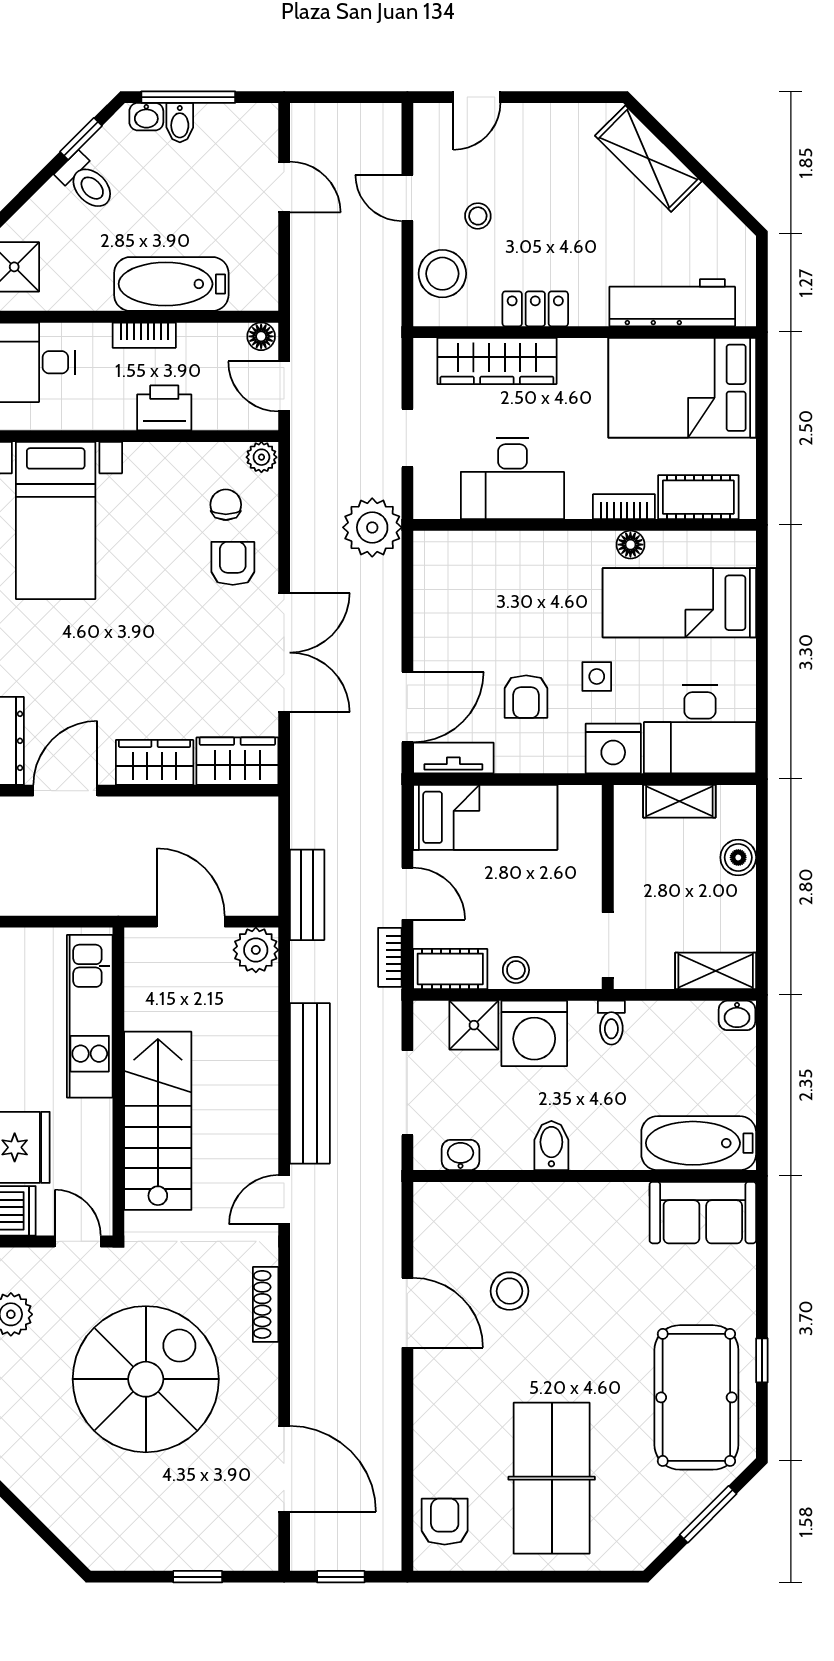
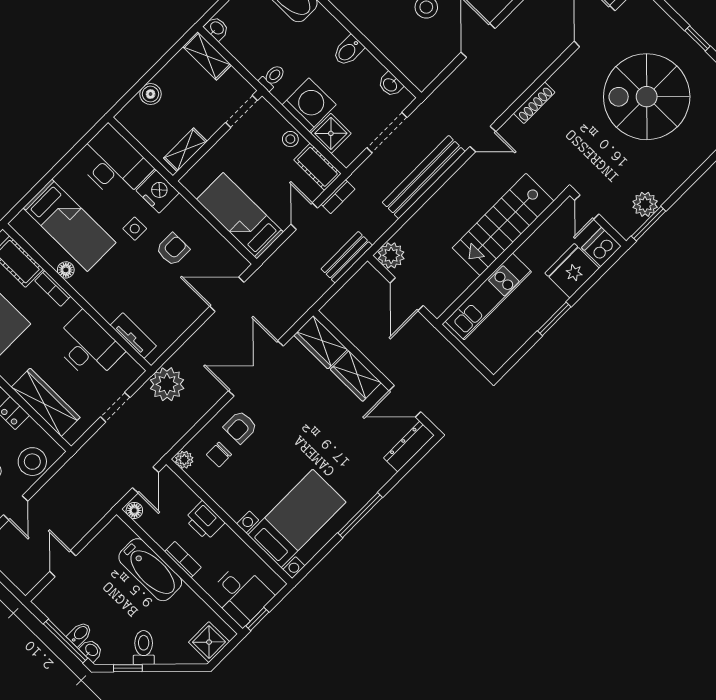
tv unit: (453, 758) -> (133, 336), moved, turned 180
shelving: (679, 801) -> (185, 150), moved, turned 90
spiral stairs: (146, 1379) -> (647, 97), moved
window: (198, 1577) -> (697, 38), moved

